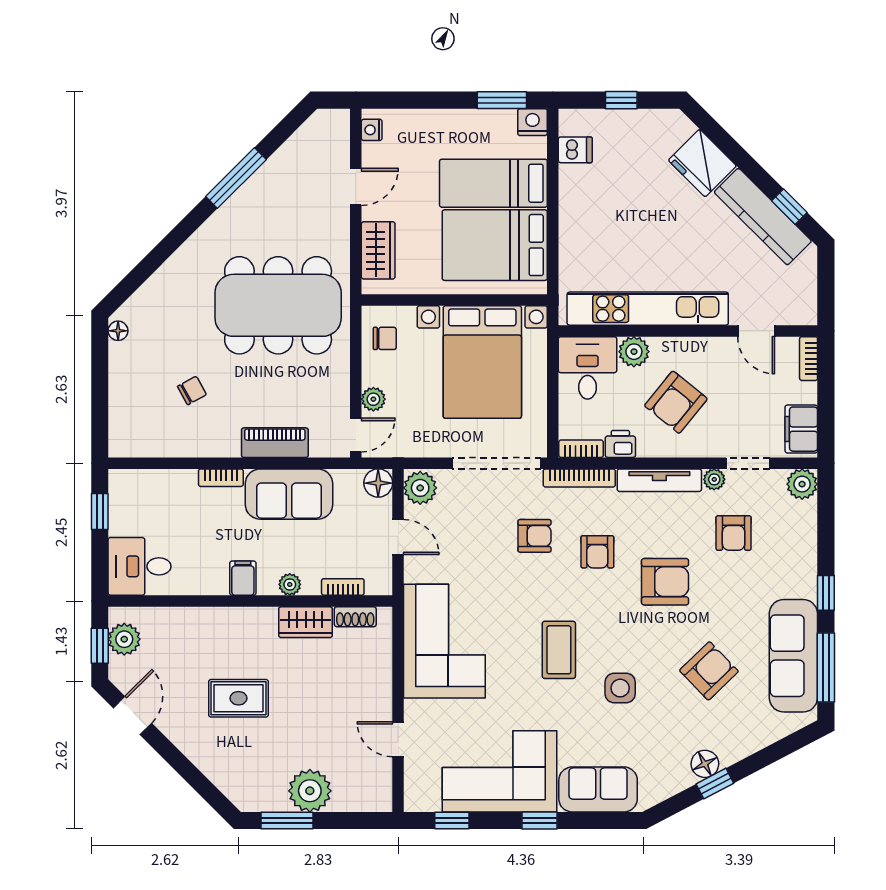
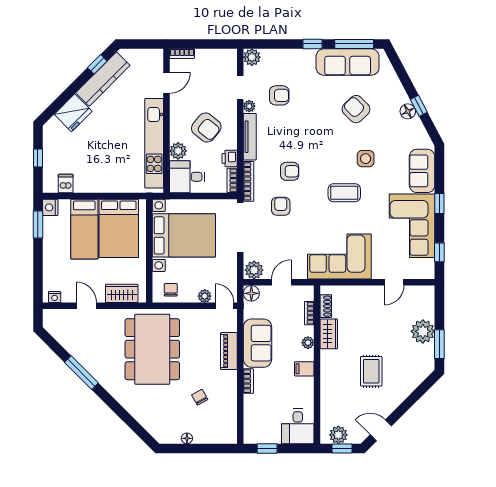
floor lamp: (118, 331) -> (187, 438), moved
filing cabinet: (801, 429) -> (221, 58), removed
armchair: (665, 582) -> (306, 134), removed

